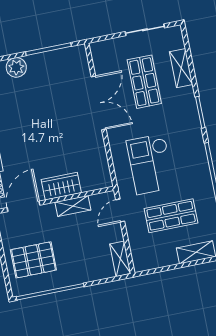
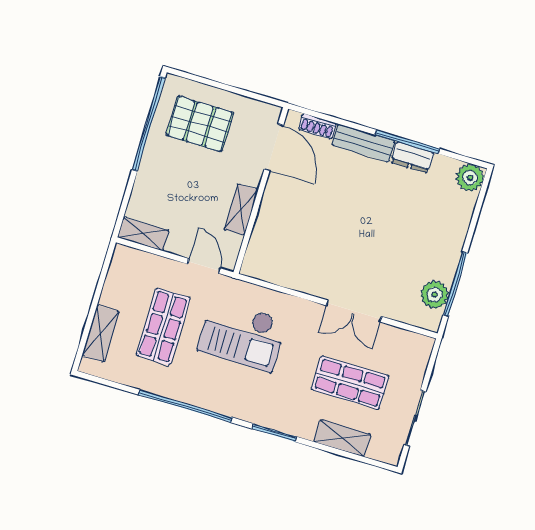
plant: (16, 67) -> (435, 295), moved
double door: (99, 103) -> (354, 311), width x0.73
checkout: (150, 164) -> (242, 335), turned 180
wardrobe: (61, 186) -> (274, 208), removed
pallet: (33, 260) -> (200, 124), turned 90

